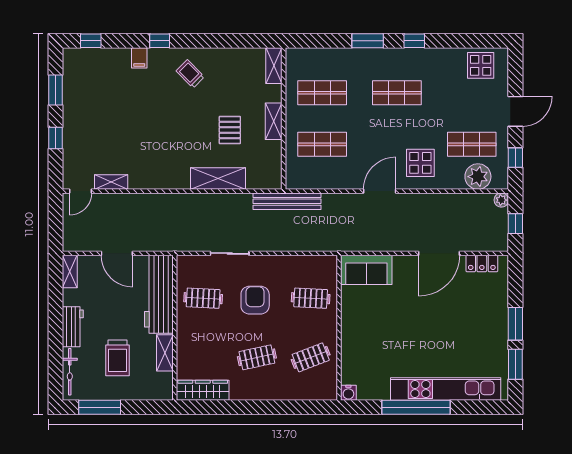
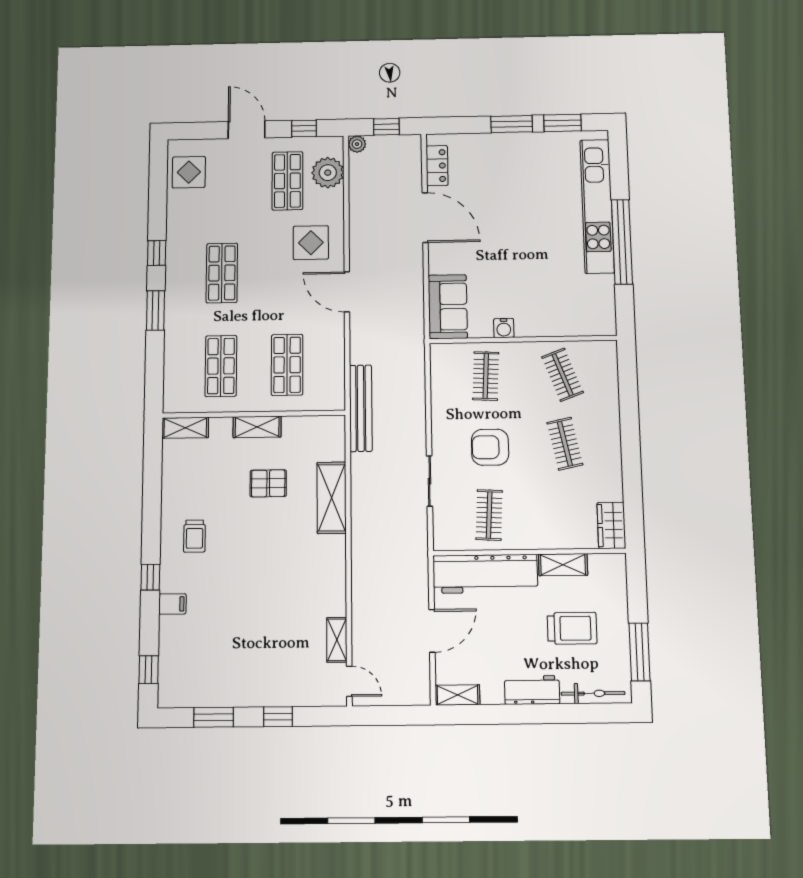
trolley: (190, 74) -> (194, 536), turned -45
wardrobe: (203, 390) -> (611, 525), width x0.67
water cooler: (348, 393) -> (504, 328), moved, turned 90

